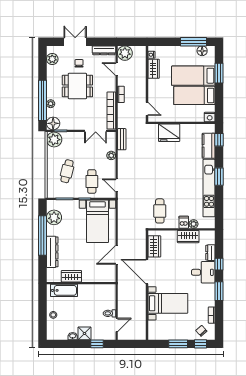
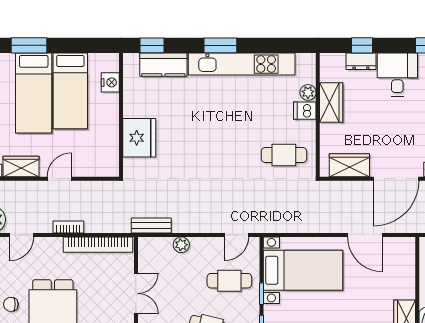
door: (147, 109) -> (59, 179), moved
nightstand: (210, 117) -> (110, 82), moved
double door: (96, 131) -> (136, 293), moved
window: (219, 264) -> (362, 45), moved

